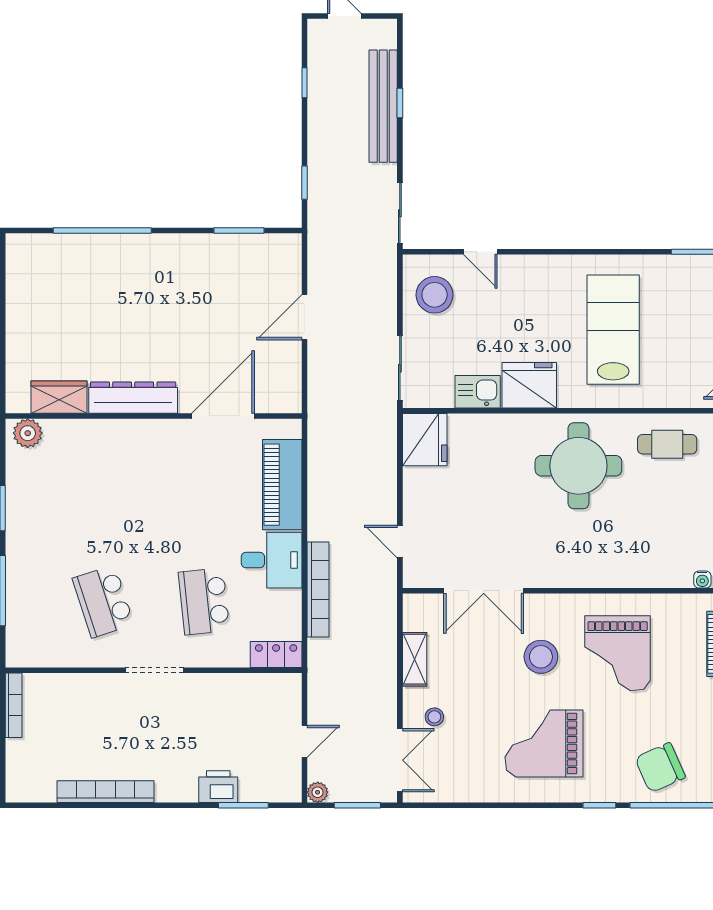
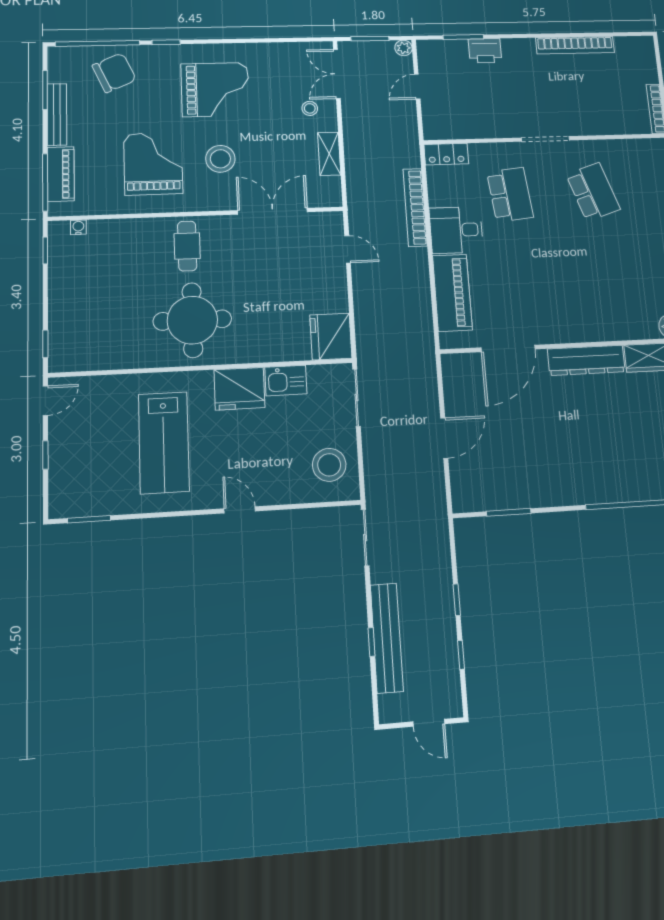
window: (305, 183) -> (457, 600), moved
door: (480, 252) -> (240, 510), moved
cafe table: (667, 444) -> (187, 246), moved, turned 90

